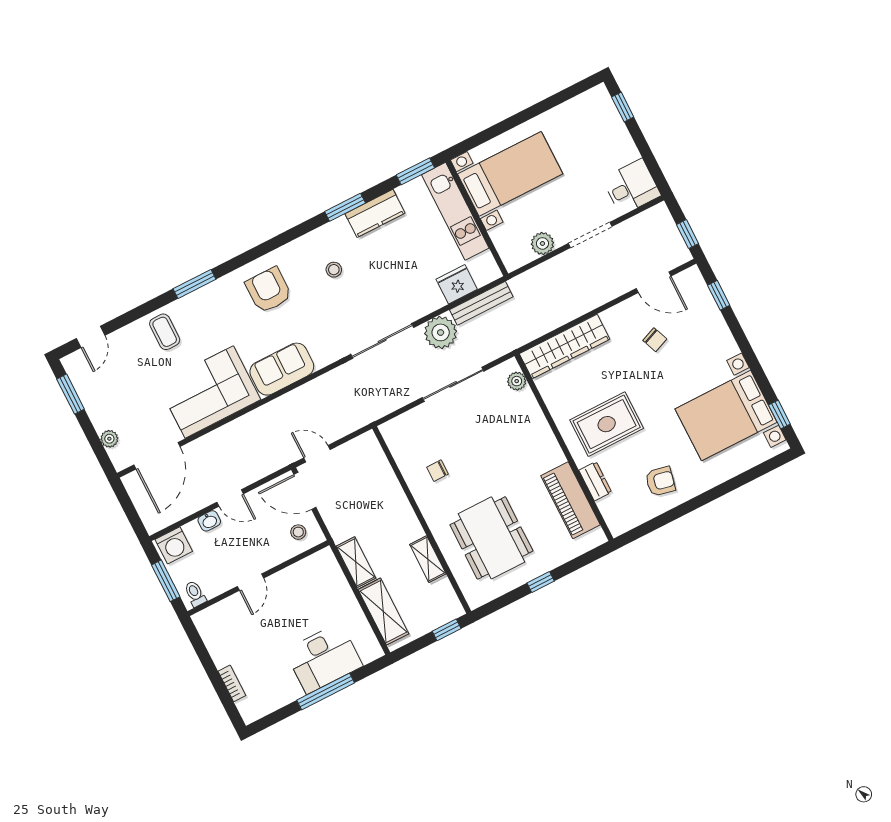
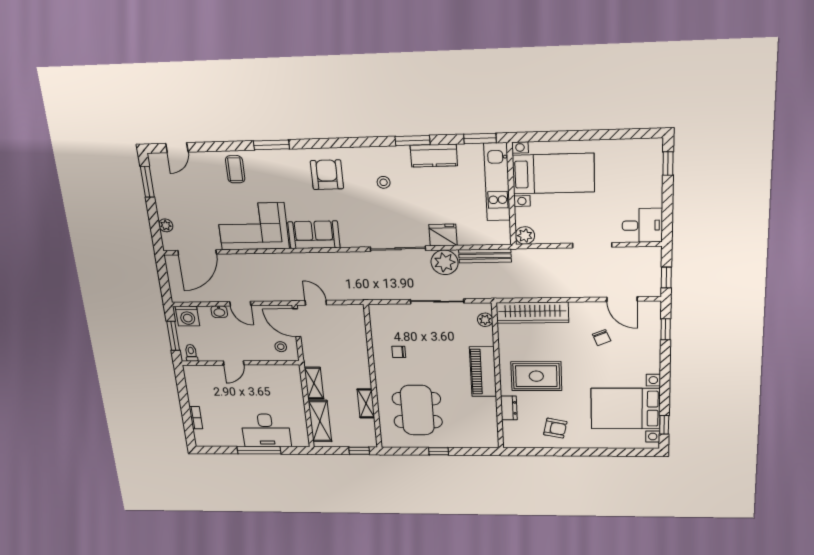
plant: (542, 243) -> (525, 236), moved
fridge: (457, 284) -> (443, 235), moved
piano: (571, 500) -> (483, 372), moved

